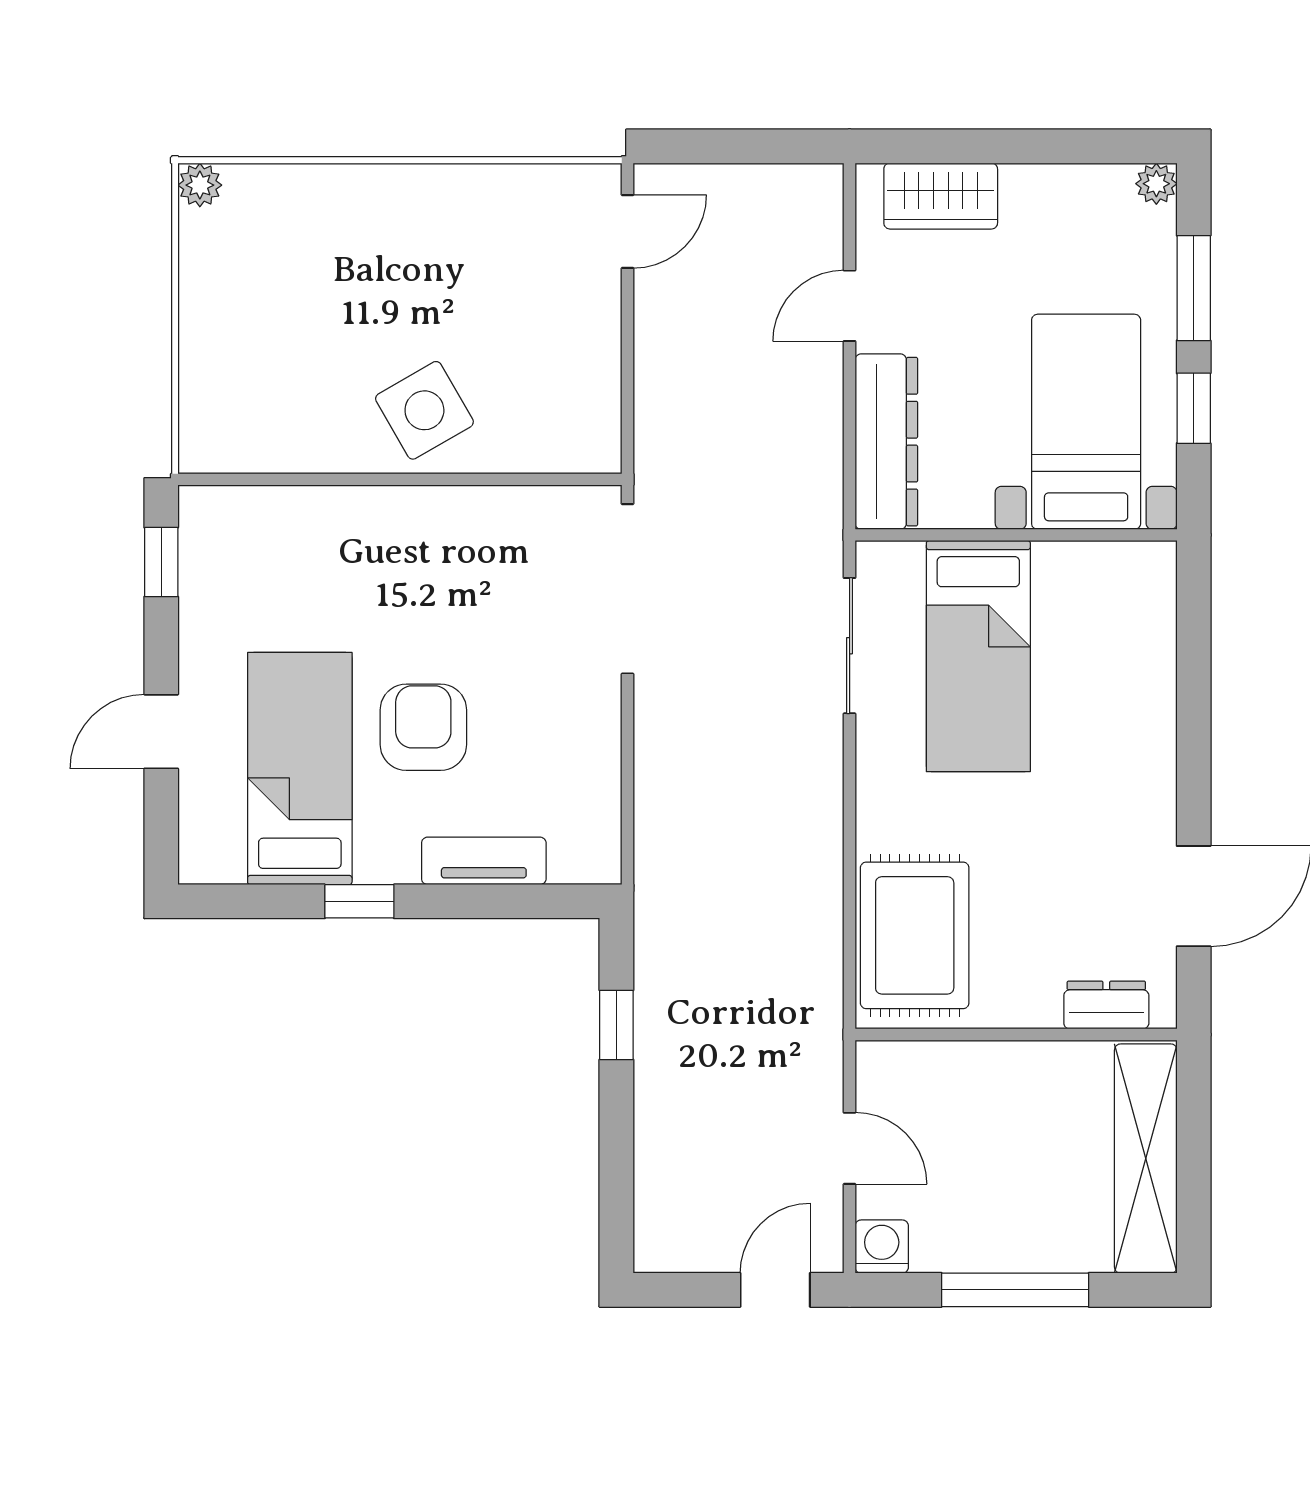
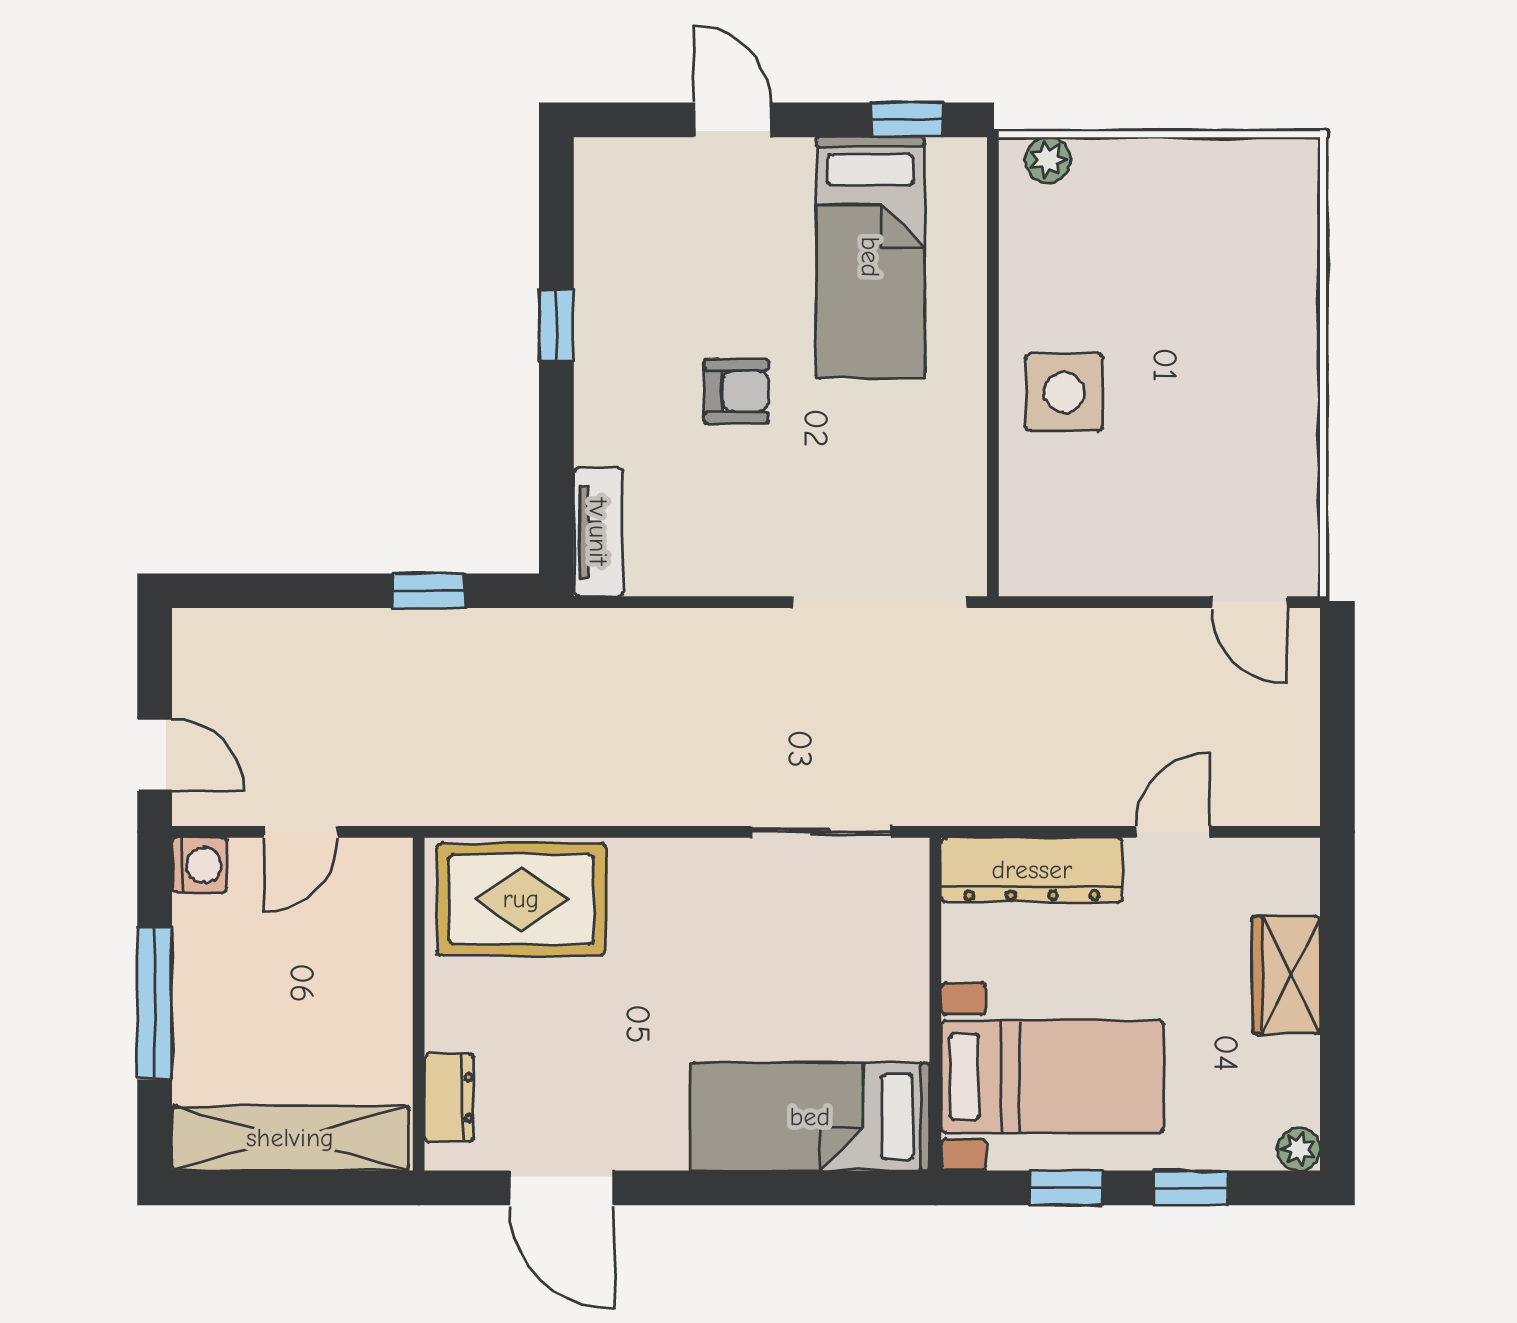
plant: (200, 185) -> (1048, 160), moved
wardrobe: (941, 196) -> (1286, 975), moved
window: (1194, 288) -> (1191, 1188), width x0.67
door: (850, 306) -> (1172, 832), hinge flipped
side table: (424, 410) -> (1064, 392), turned 30
bed: (978, 656) -> (810, 1117), moved
armchair: (423, 727) -> (737, 391), width x0.72, depth x0.72
bed: (300, 769) -> (870, 257), moved, turned 90
tv unit: (484, 861) -> (598, 532), moved

